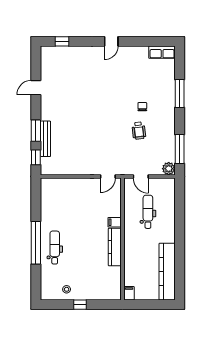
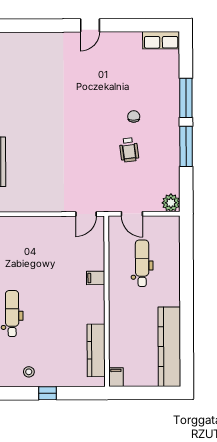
window: (62, 41) -> (21, 26), removed
window: (180, 149) -> (186, 146), moved
kitchen counter: (115, 247) -> (96, 350), moved

